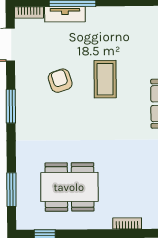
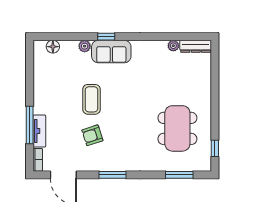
coffee table: (105, 79) -> (91, 99), turned 90
bookcase: (127, 223) -> (207, 83), removed

